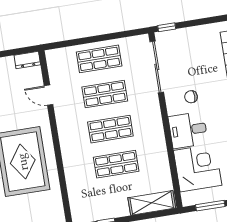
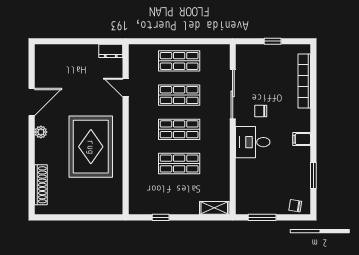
window: (167, 27) -> (273, 41), moved
sliding door: (157, 67) -> (233, 94), moved
corner desk: (198, 168) -> (256, 180), removed
shelving: (152, 203) -> (214, 208), width x0.67, depth x0.75

